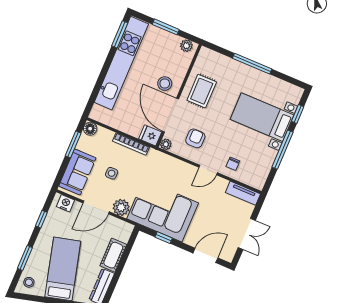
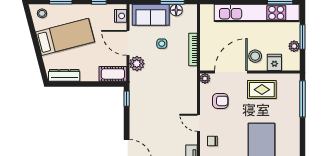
plant: (186, 46) -> (294, 46), moved
window: (252, 64) -> (302, 99), moved
floor lamp: (90, 129) -> (176, 10), moved
fridge: (150, 135) -> (274, 62), moved
corner sofa: (163, 211) -> (149, 99), removed
window: (164, 238) -> (127, 99), moved
cot: (113, 255) -> (113, 74), moved

